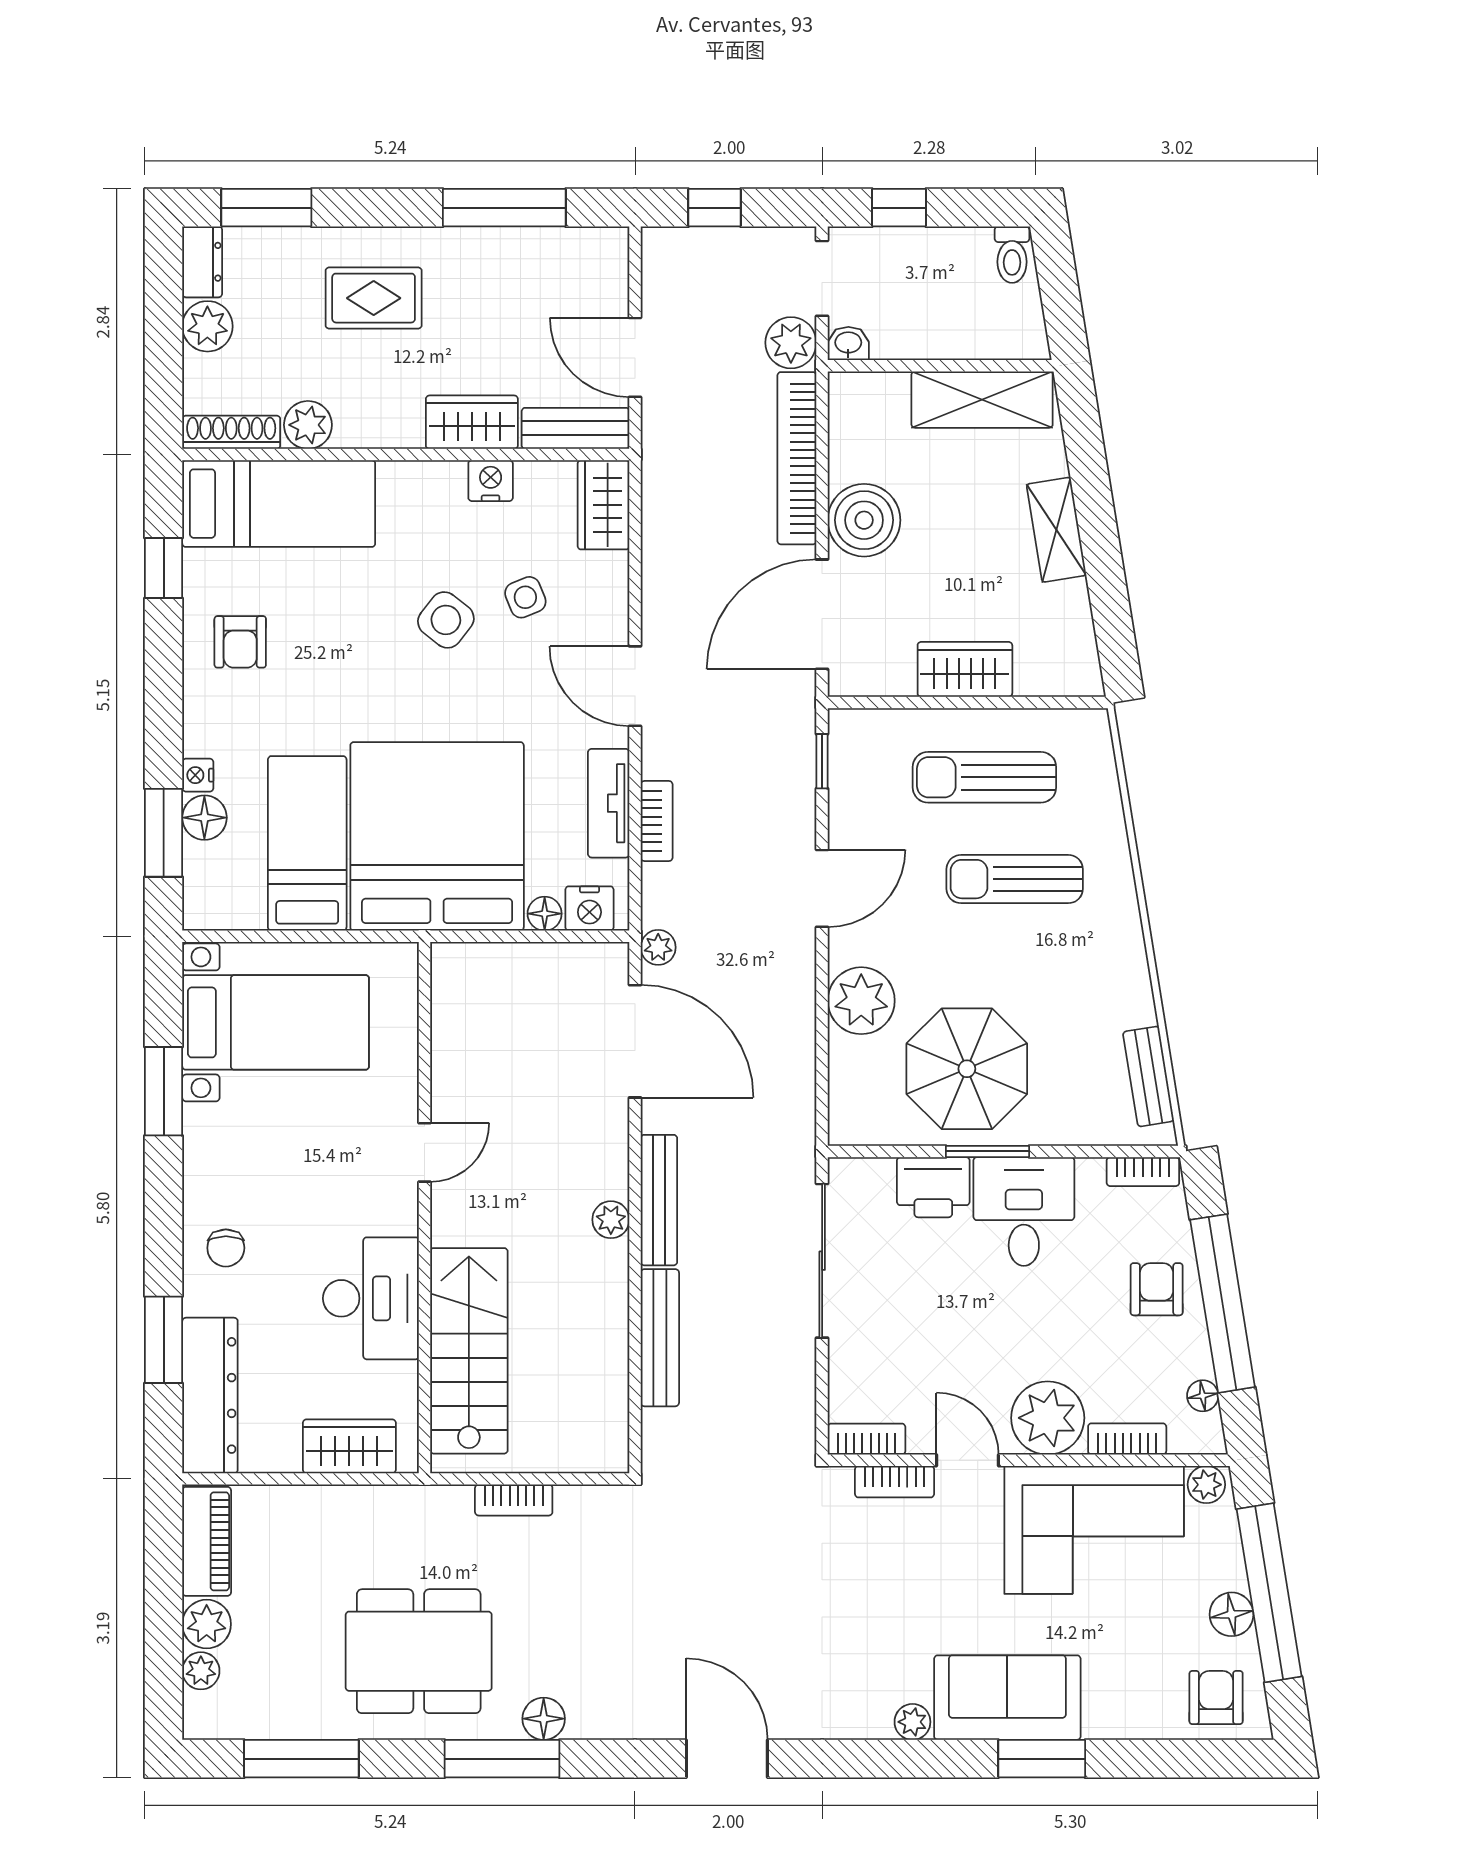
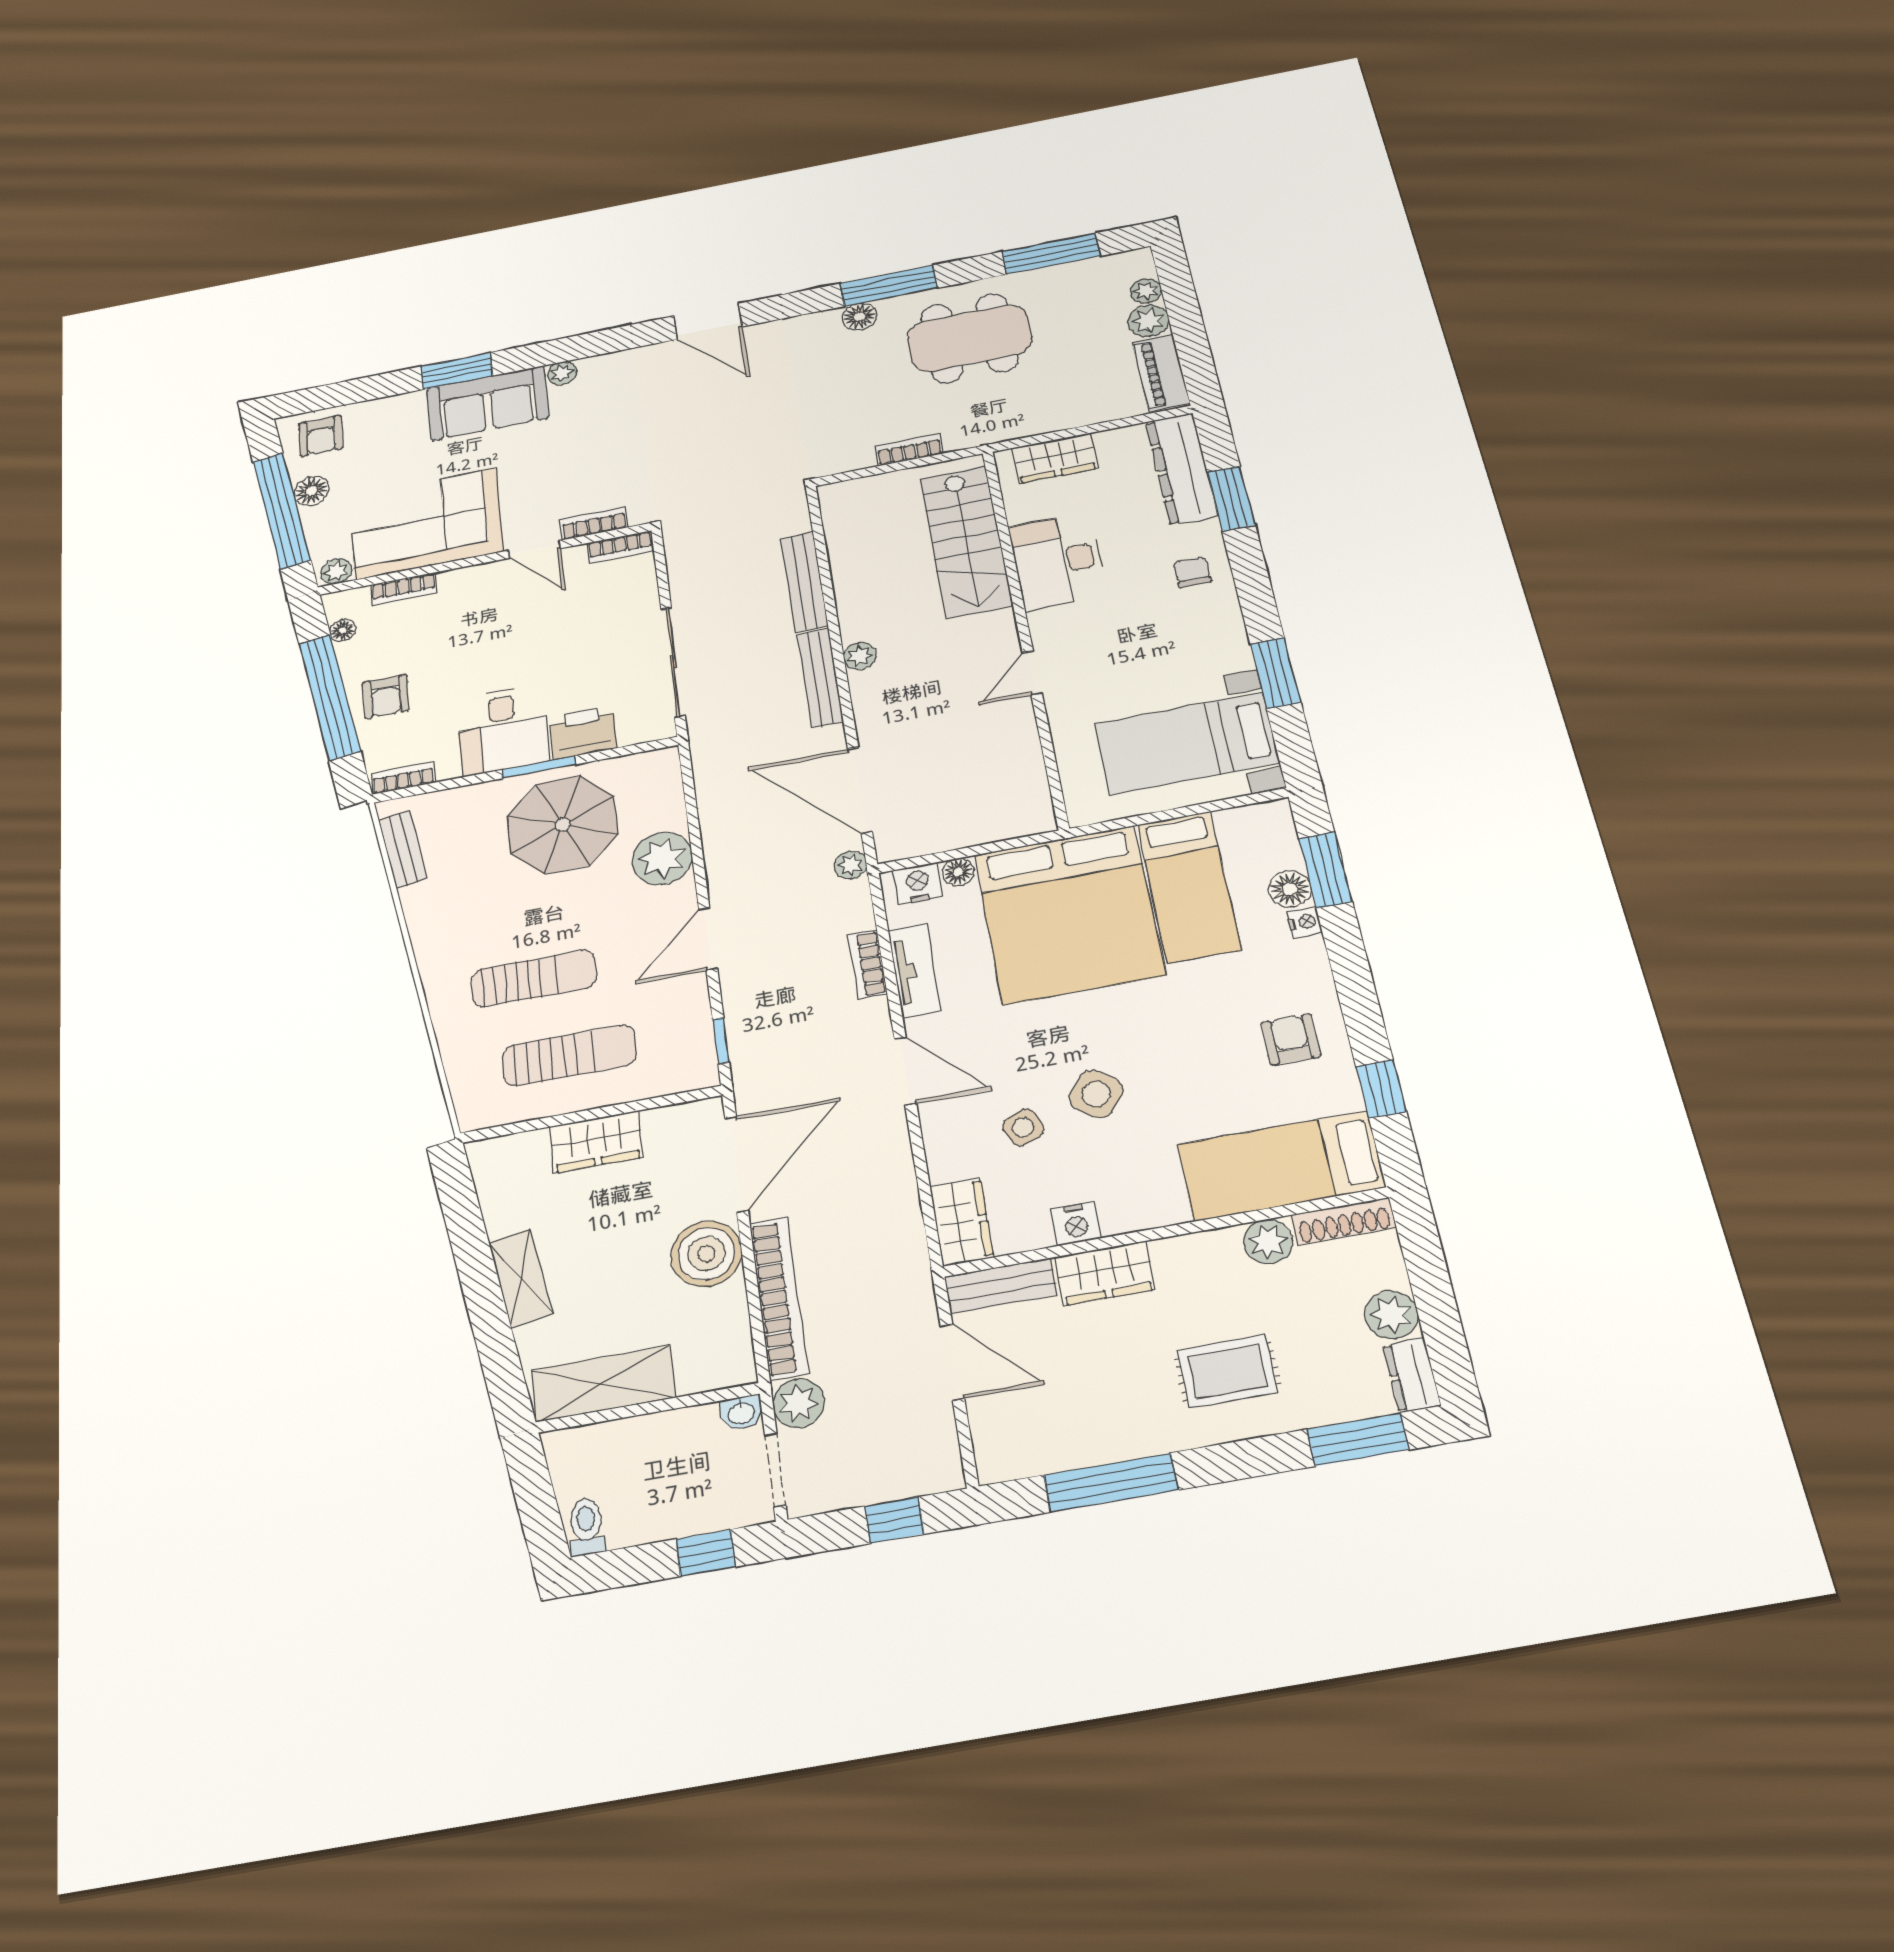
plant: (1048, 1418) -> (471, 590), removed

